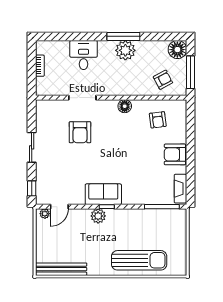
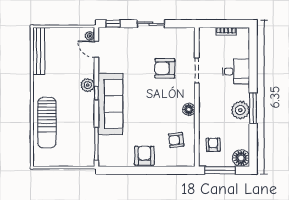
armchair: (163, 80) -> (213, 145), turned -153
fireplace: (180, 189) -> (113, 161), removed
sofa: (103, 194) -> (110, 104), width x1.85, depth x1.27

